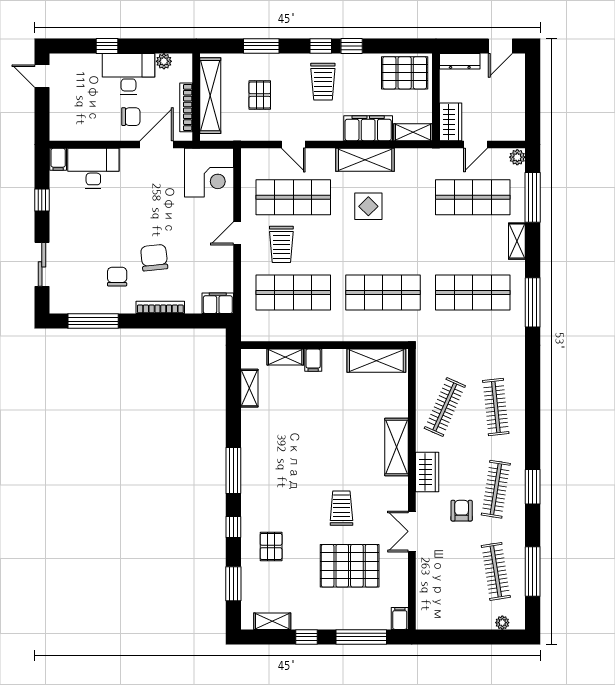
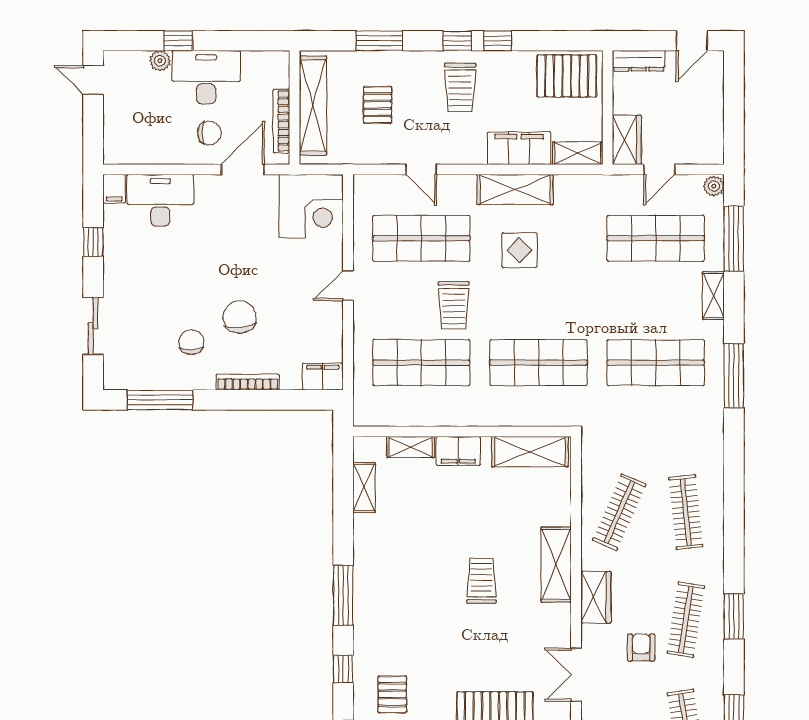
plant: (164, 61) -> (160, 61), moved
trolley: (281, 244) -> (454, 305), moved
filing cabinet: (313, 360) -> (458, 451), width x2.00
trolley: (341, 508) -> (481, 581), moved

